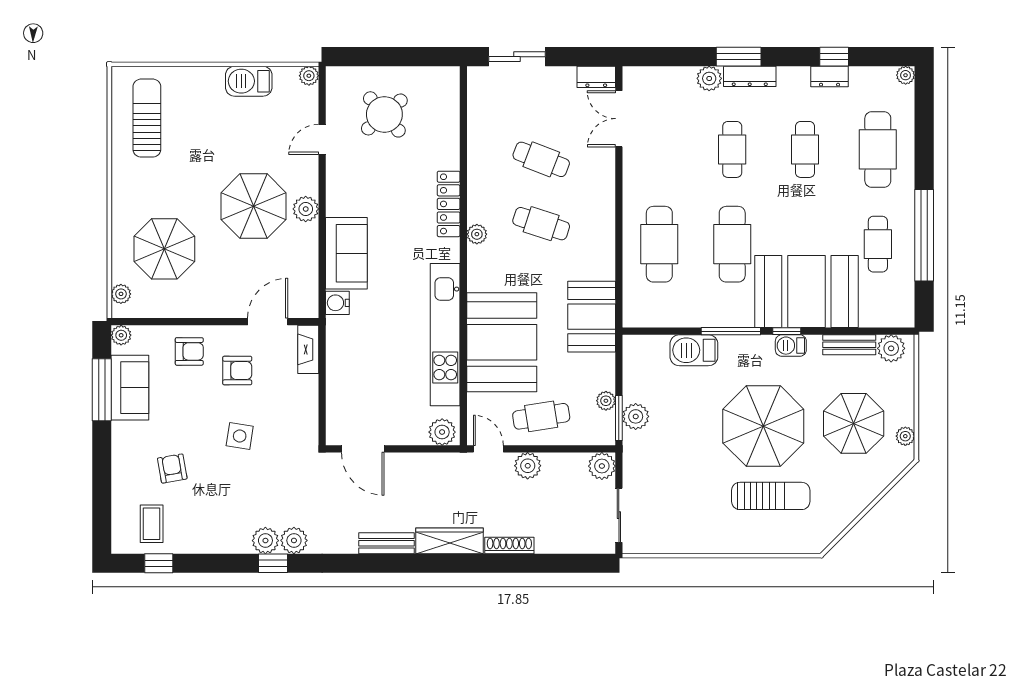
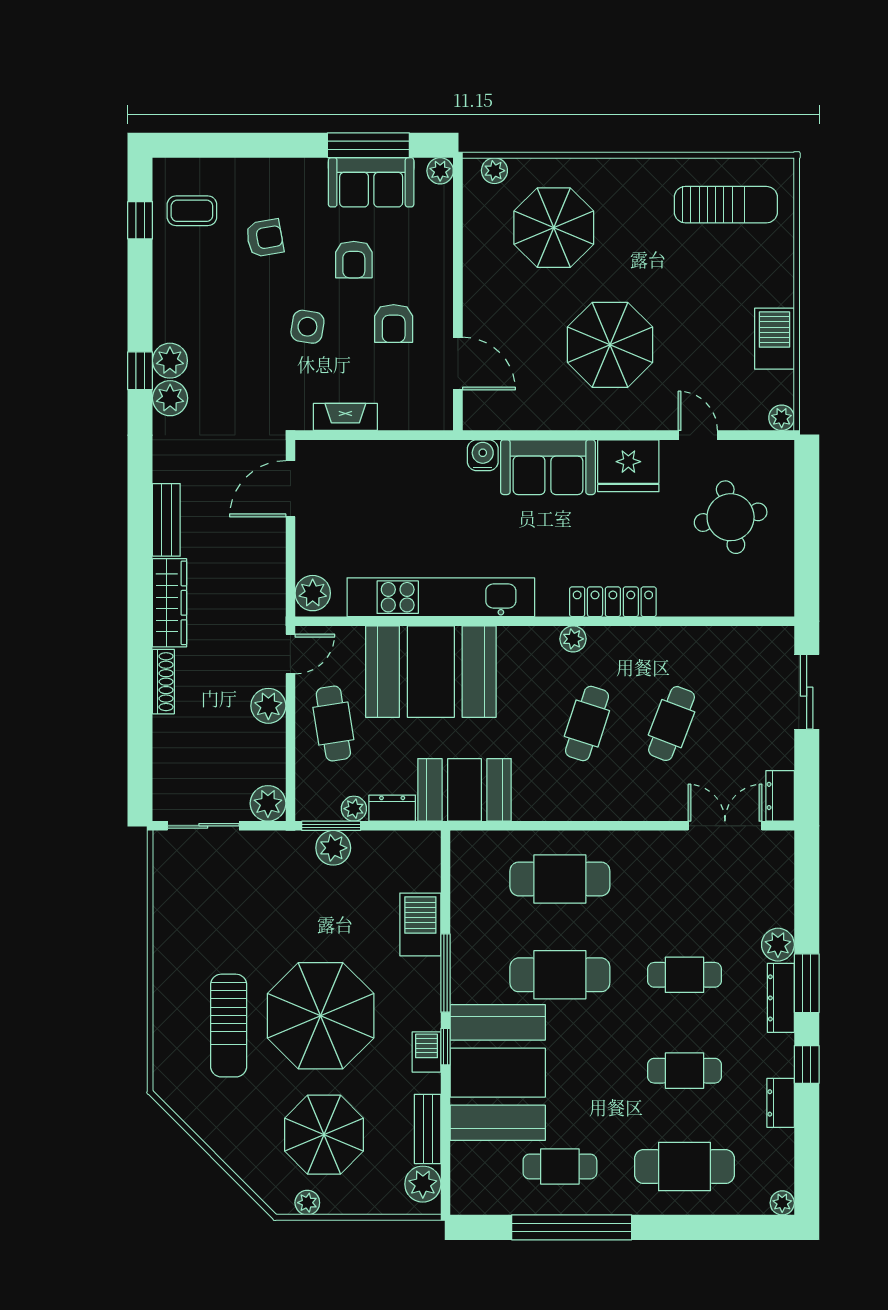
window: (834, 57) -> (807, 1064), moved
round table: (384, 114) -> (731, 517), turned 30
fridge: (345, 192) -> (628, 466), added
plant: (306, 209) -> (606, 414), removed
fireplace: (308, 349) -> (345, 417), moved
armchair: (189, 351) -> (354, 260), moved
dresser: (605, 372) -> (392, 808), added

